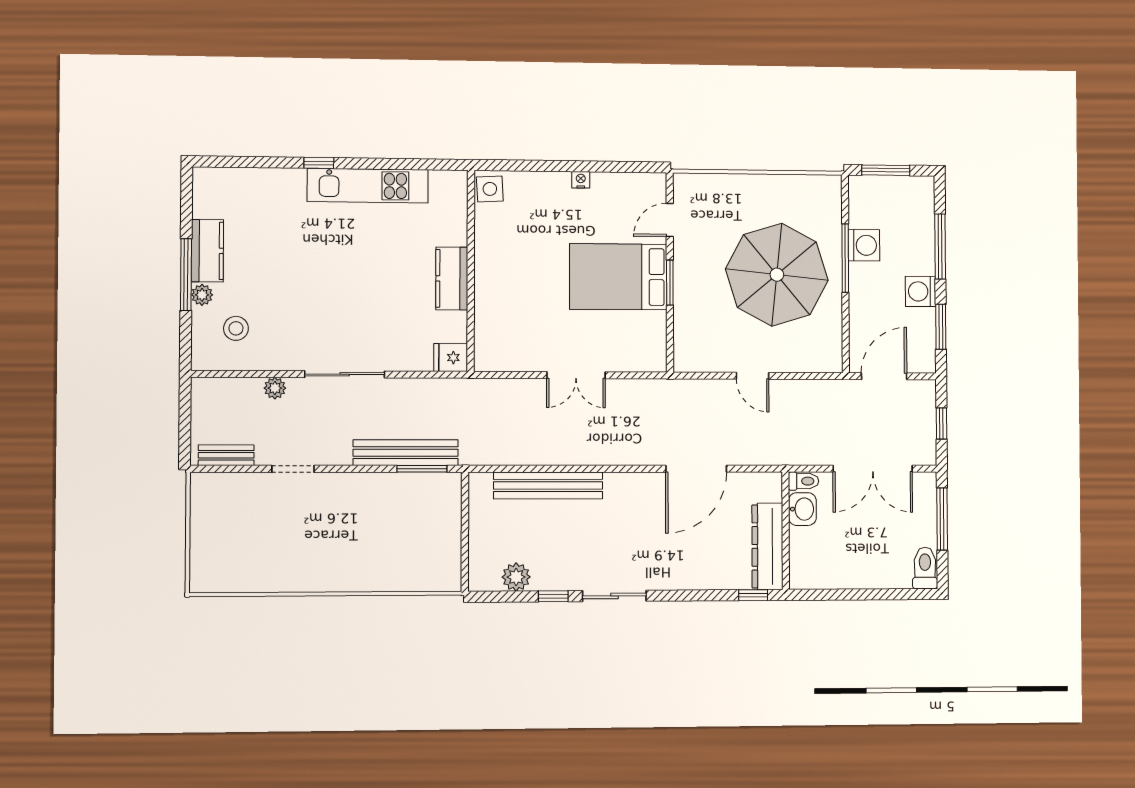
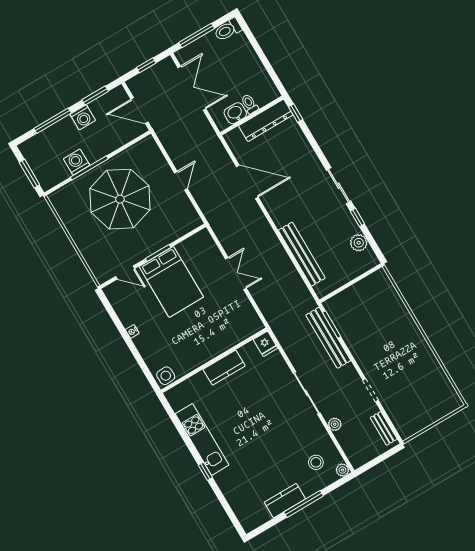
plant: (202, 295) -> (342, 470), moved
toilet: (804, 481) -> (250, 104), moved

